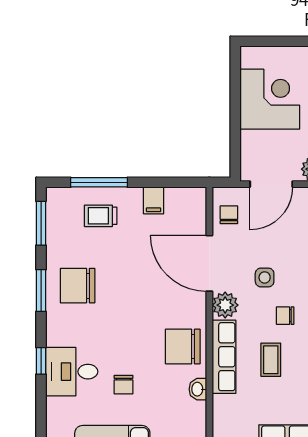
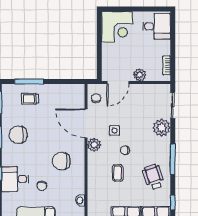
corner desk: (270, 99) -> (117, 27), moved, turned 90
filing cabinet: (154, 200) -> (57, 91), removed
chair: (183, 346) -> (61, 161), moved
row of seats: (224, 357) -> (94, 171), removed
washbasin: (198, 389) -> (80, 200), moved

